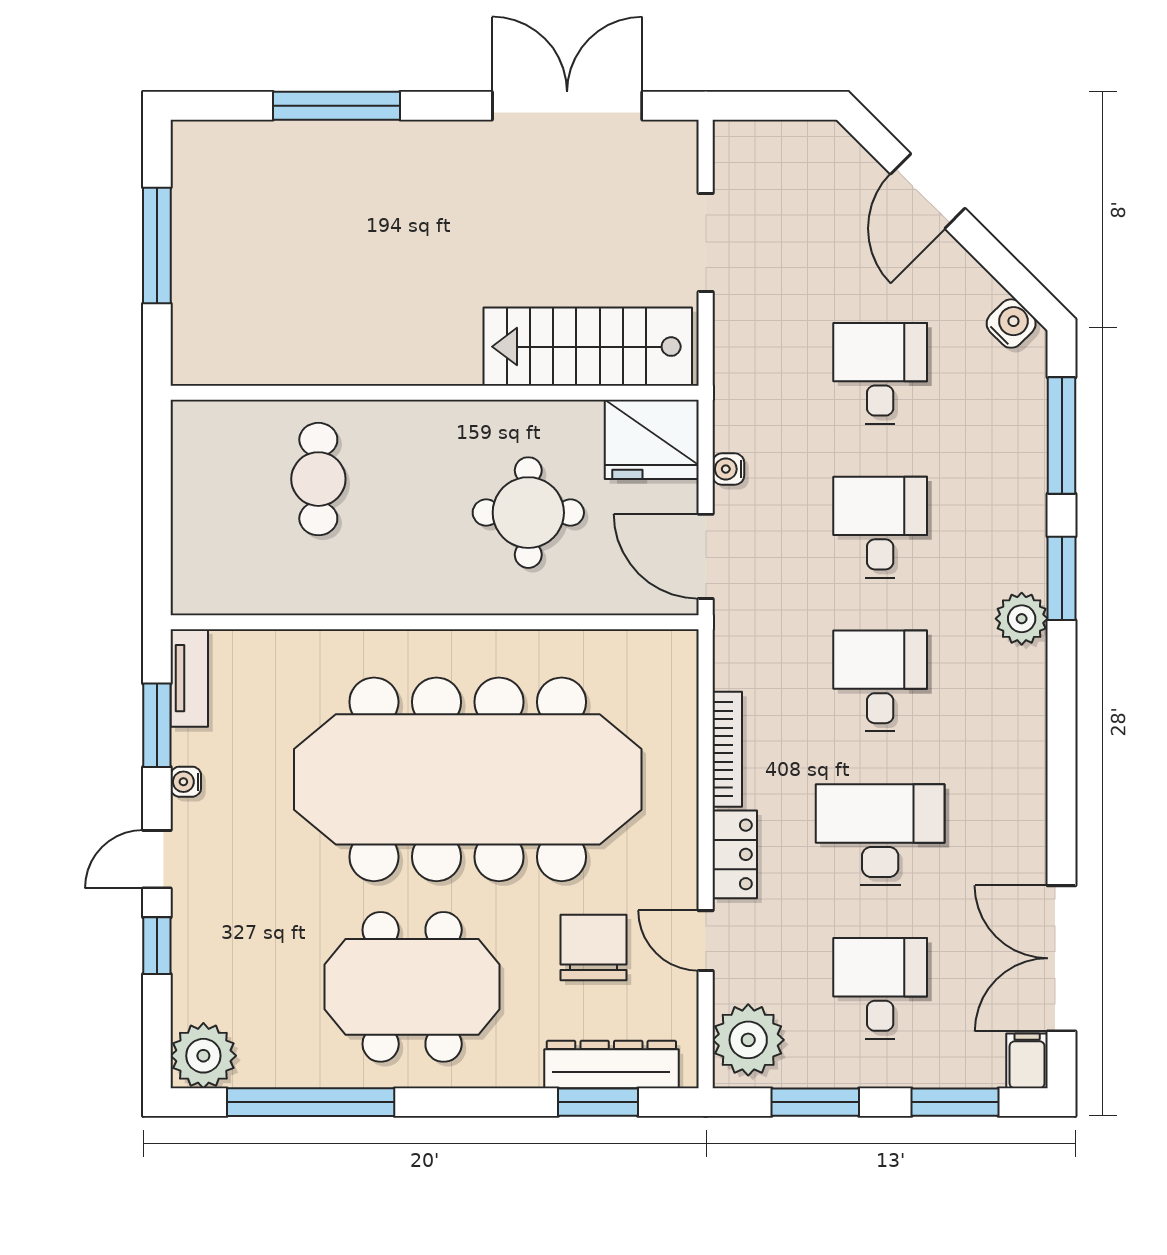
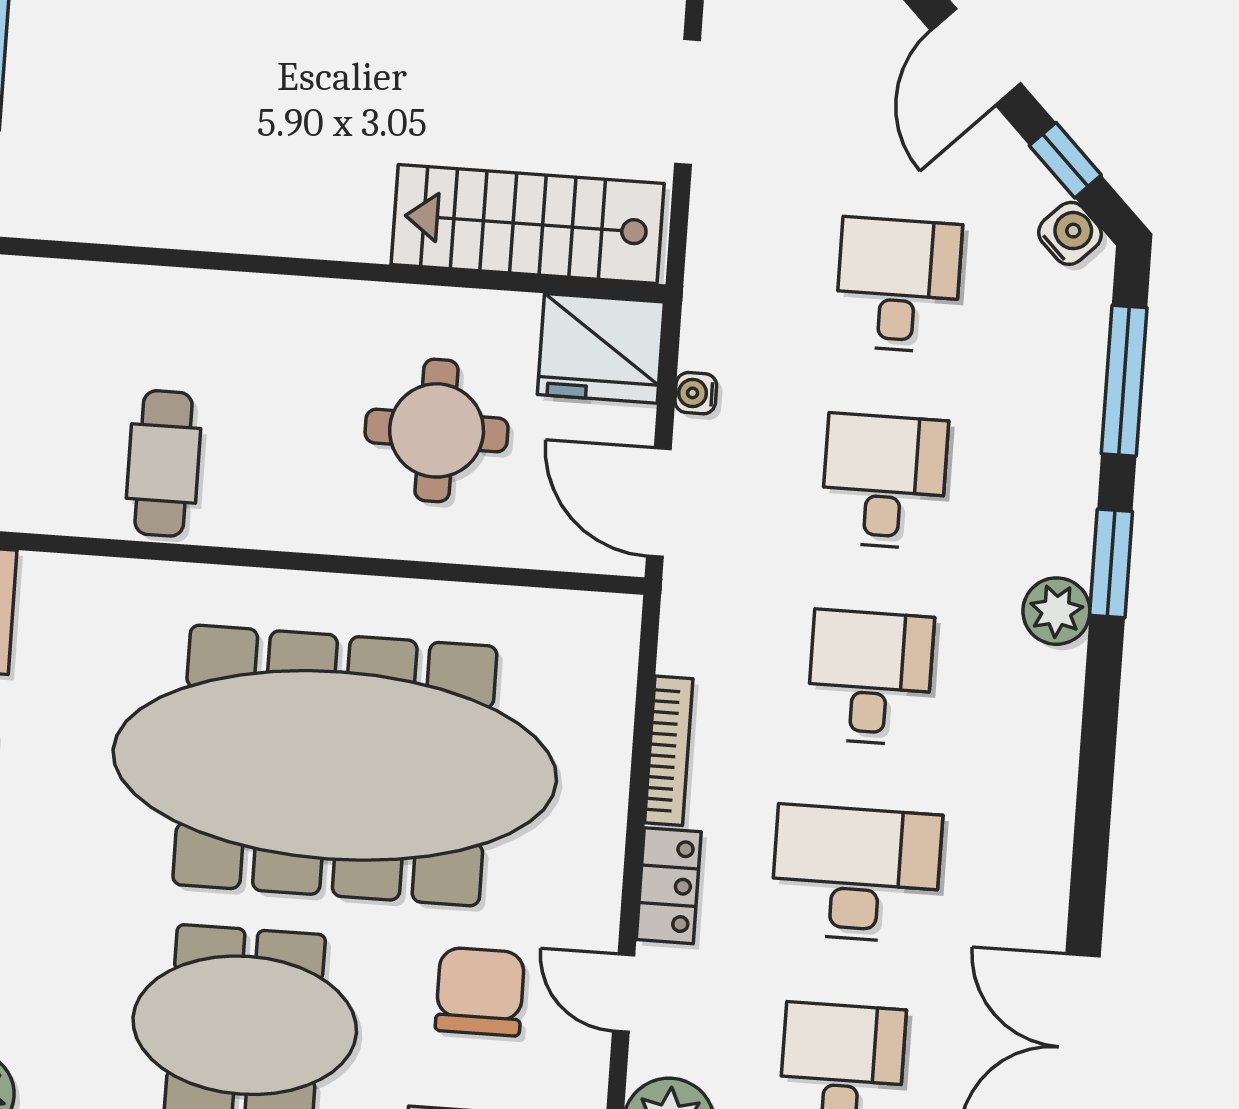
window: (1003, 267) -> (1065, 160), added
cafe table: (318, 479) -> (164, 463), moved

